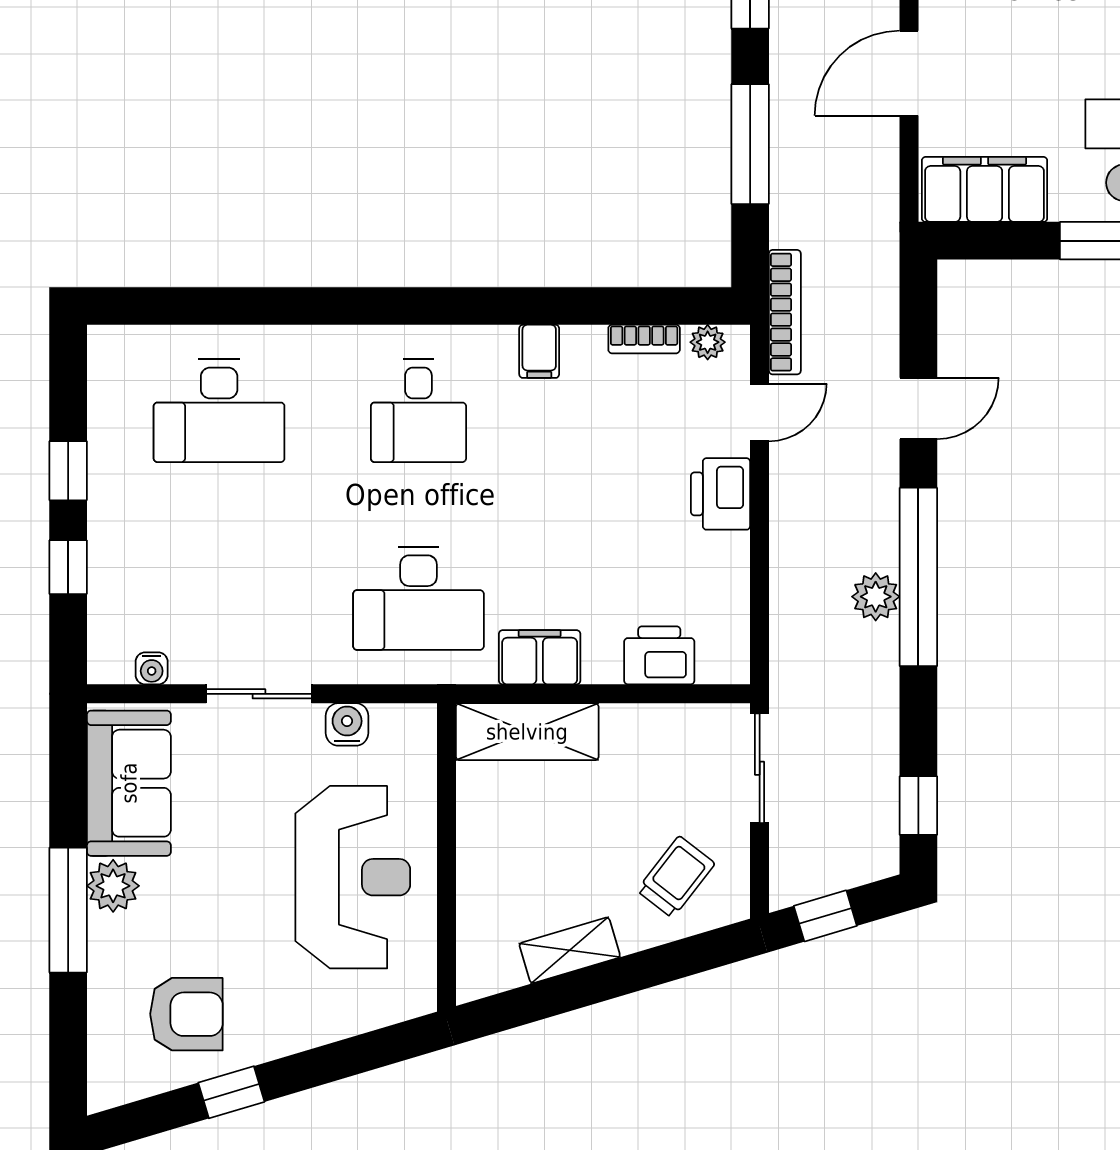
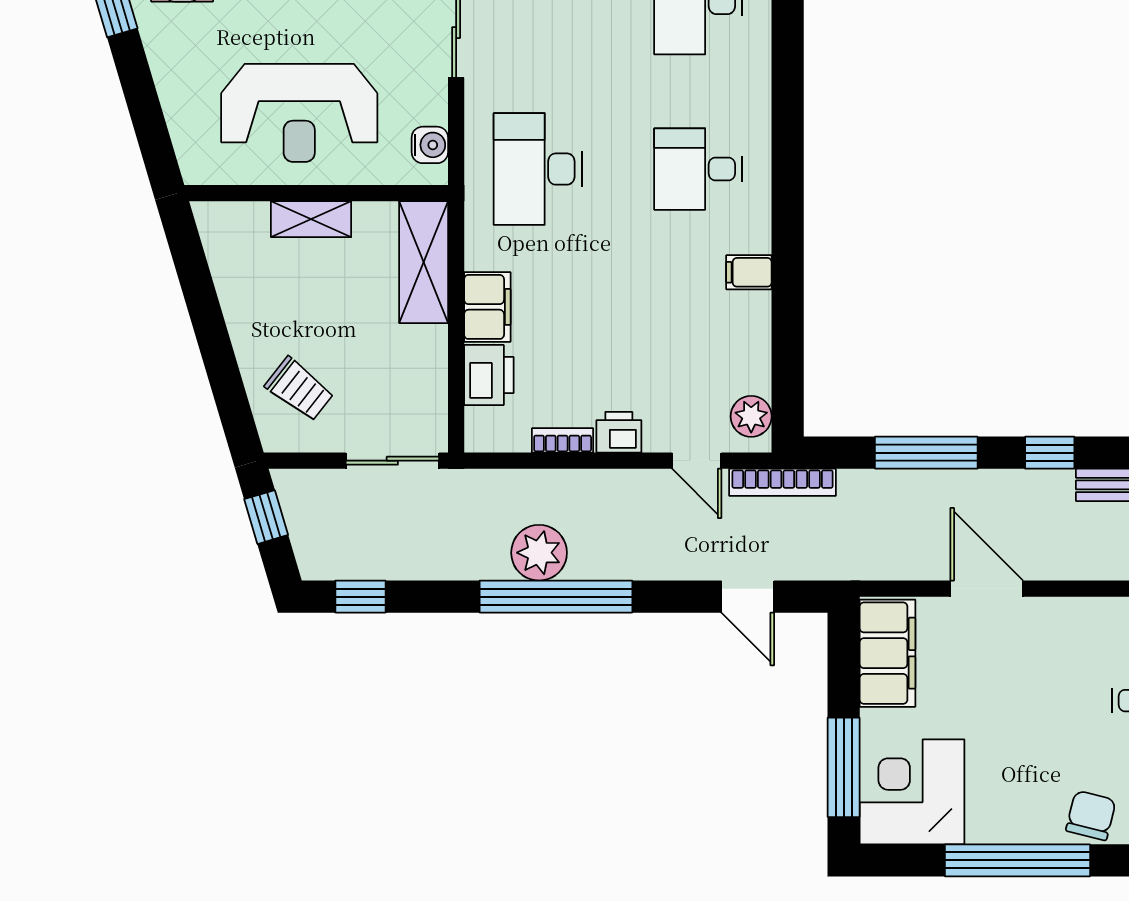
bookcase: (644, 339) -> (563, 440), moved, turned 90
plant: (708, 342) -> (751, 416), width x1.38, depth x1.38
door: (918, 408) -> (748, 597), moved
printer: (721, 494) -> (619, 432), width x0.73, depth x0.81
plant: (876, 597) -> (539, 553), width x1.36, depth x1.36
filing cabinet: (540, 657) -> (487, 307), moved
water cooler: (347, 724) -> (430, 145), moved
shelving: (570, 950) -> (311, 219), moved, turned -73

